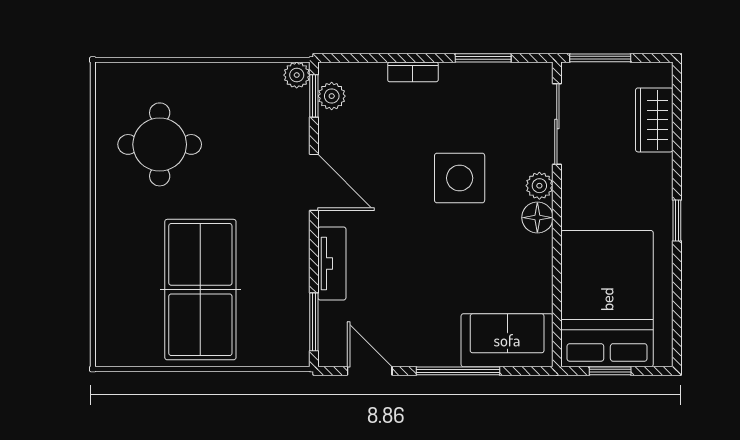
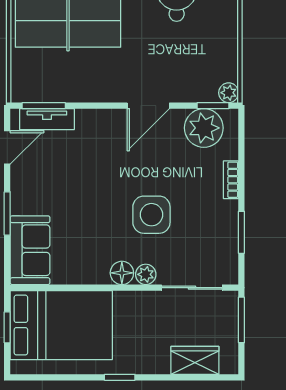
plant: (332, 96) -> (204, 128), width x1.88, depth x1.88
tv unit: (332, 263) -> (47, 119), moved
window: (458, 371) -> (7, 213), width x0.69

